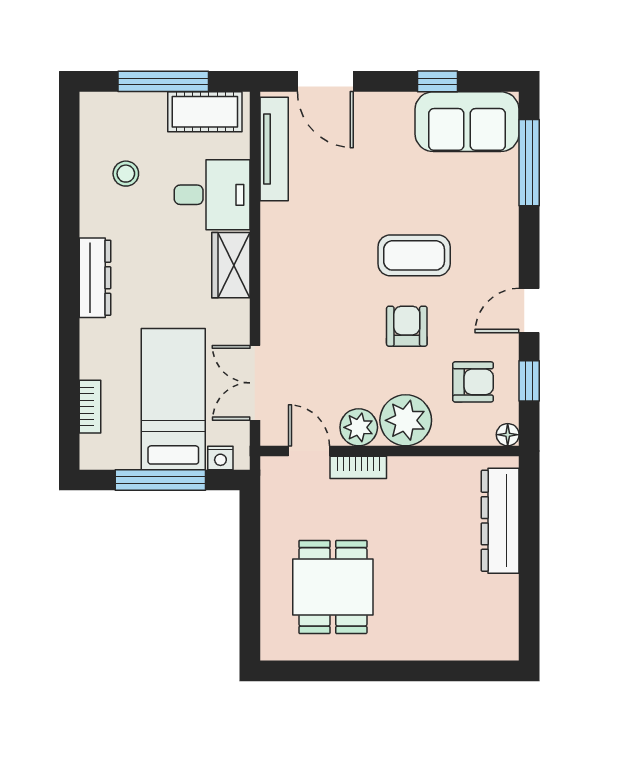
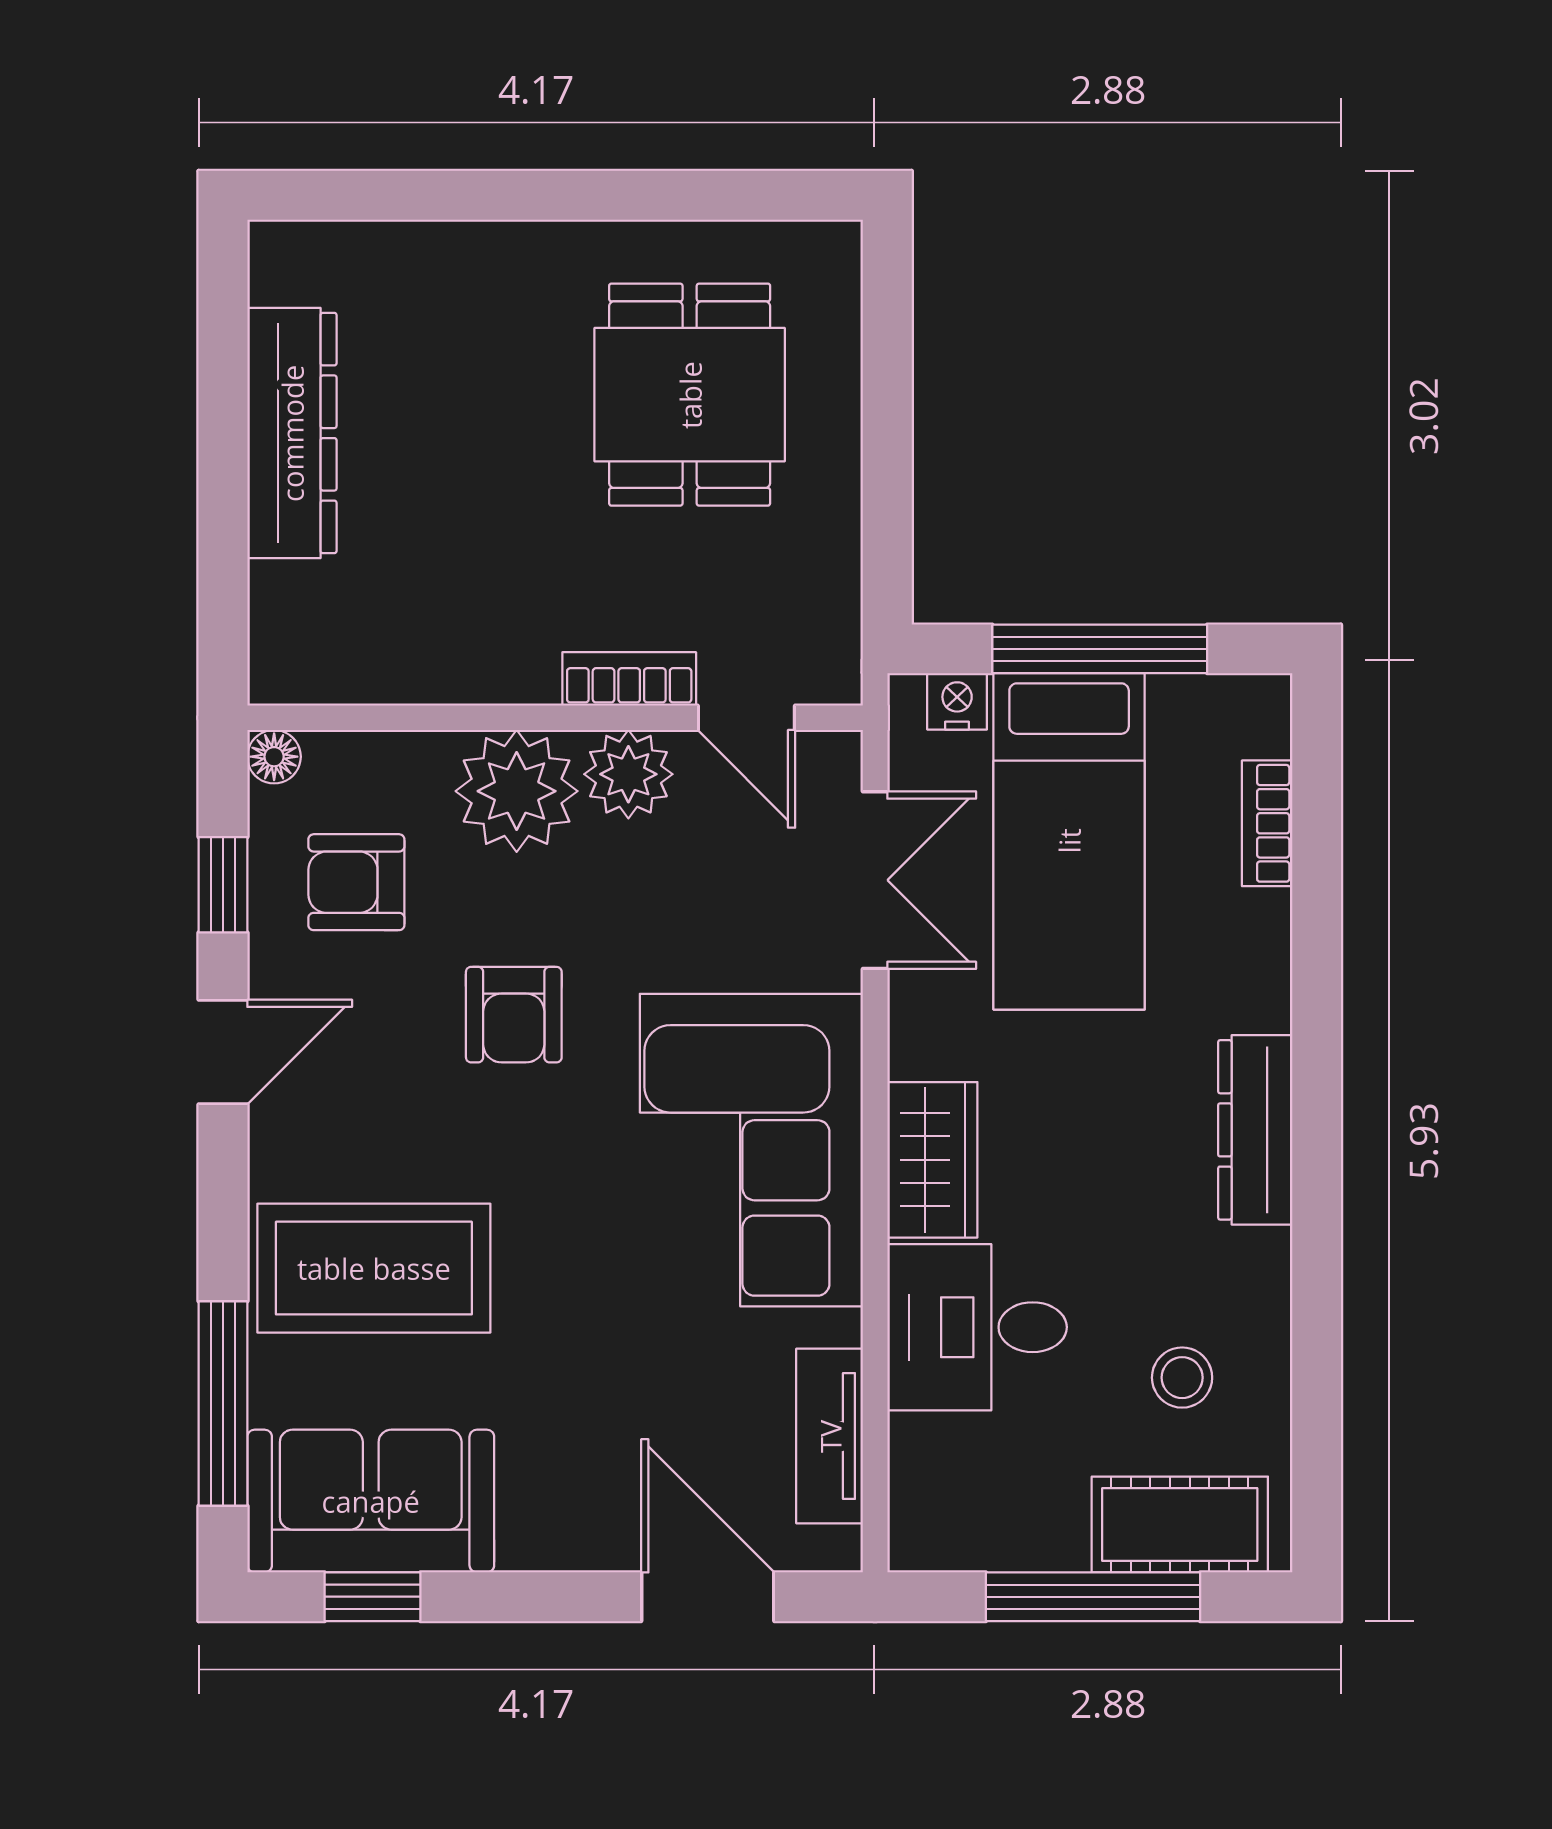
window: (437, 81) -> (373, 1597), moved
cot: (205, 112) -> (1180, 1525), moved
tv unit: (274, 149) -> (830, 1436), width x0.71
coffee table: (414, 255) -> (374, 1268), moved, width x1.36, depth x1.32
corner sofa: (307, 269) -> (751, 1150), added
dresser: (500, 521) -> (292, 433), moved

